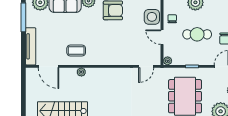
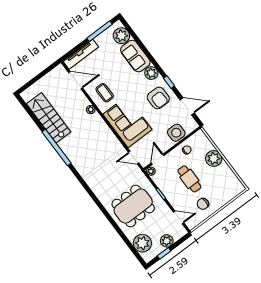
door: (162, 37) -> (158, 159), moved
corner sofa: (114, 50) -> (127, 122), added
door: (48, 66) -> (76, 80), swing flipped

